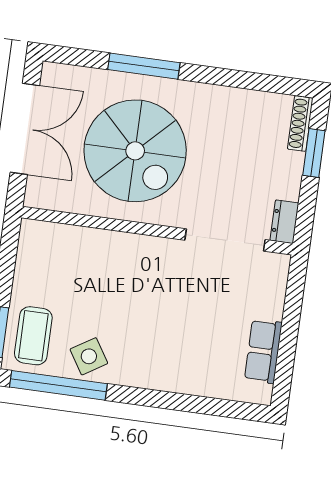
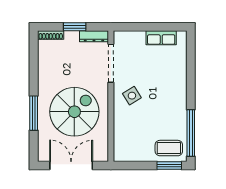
window: (314, 153) -> (75, 27), moved
dresser: (284, 222) -> (94, 36), width x1.44
side table: (89, 356) -> (132, 96), moved

